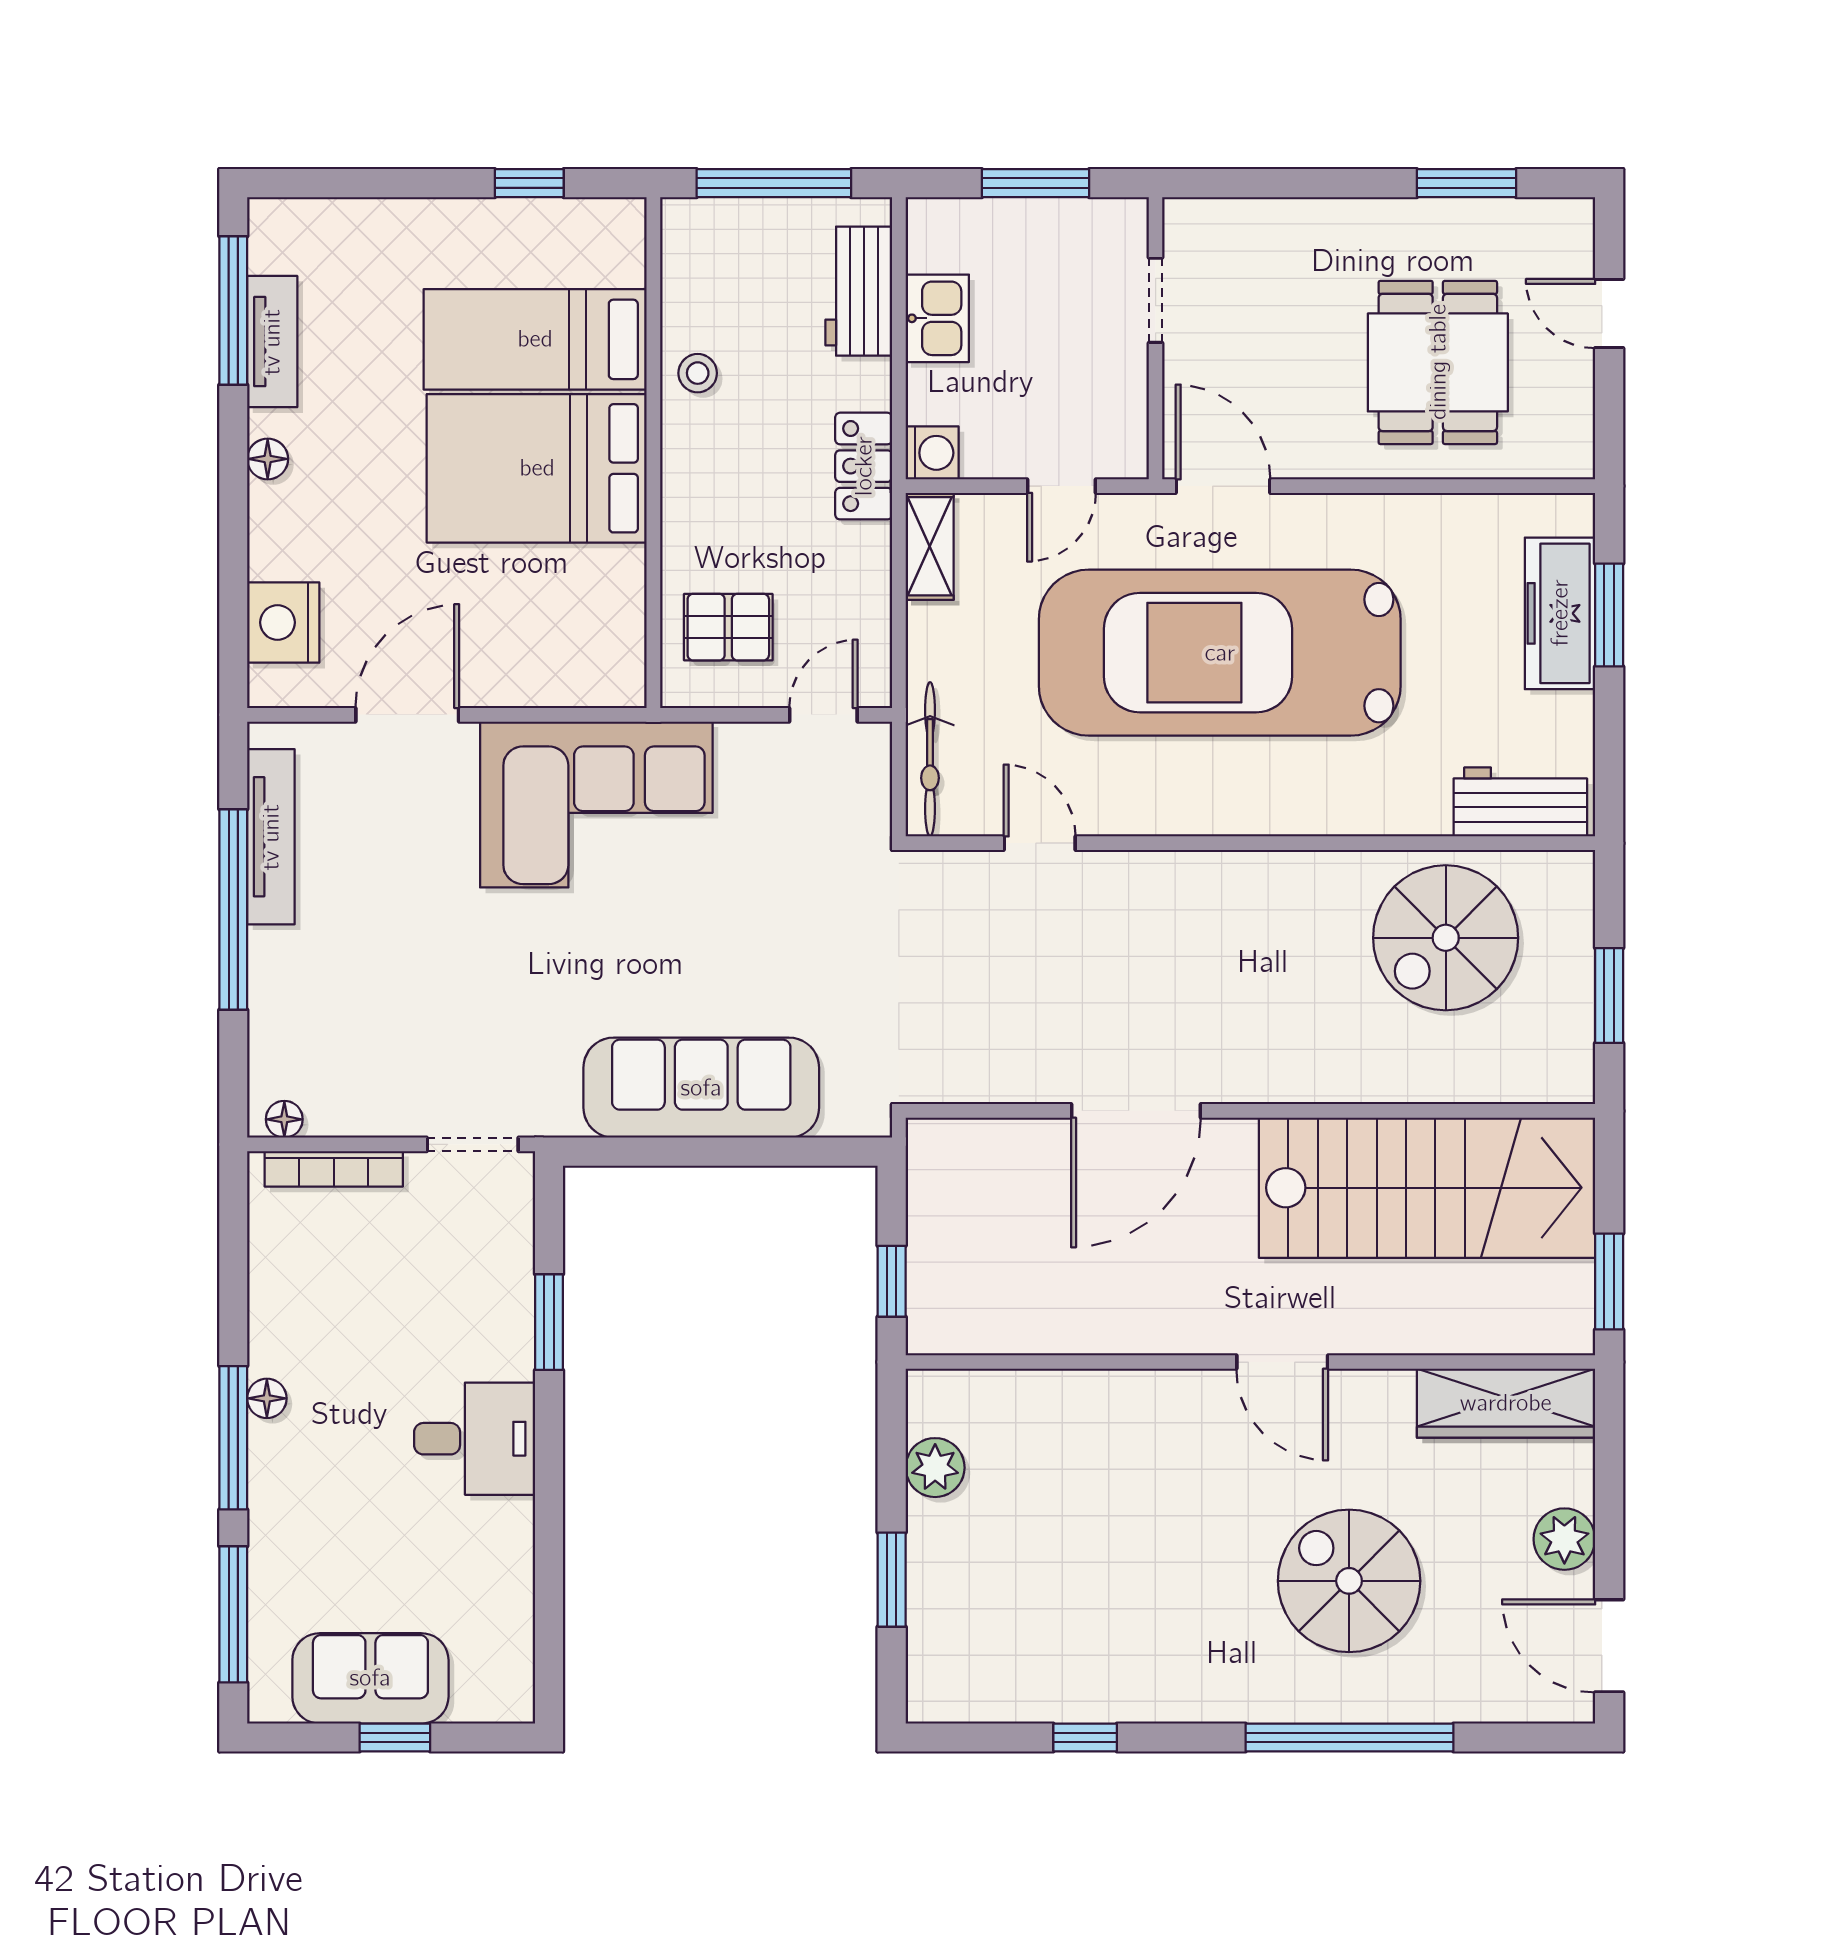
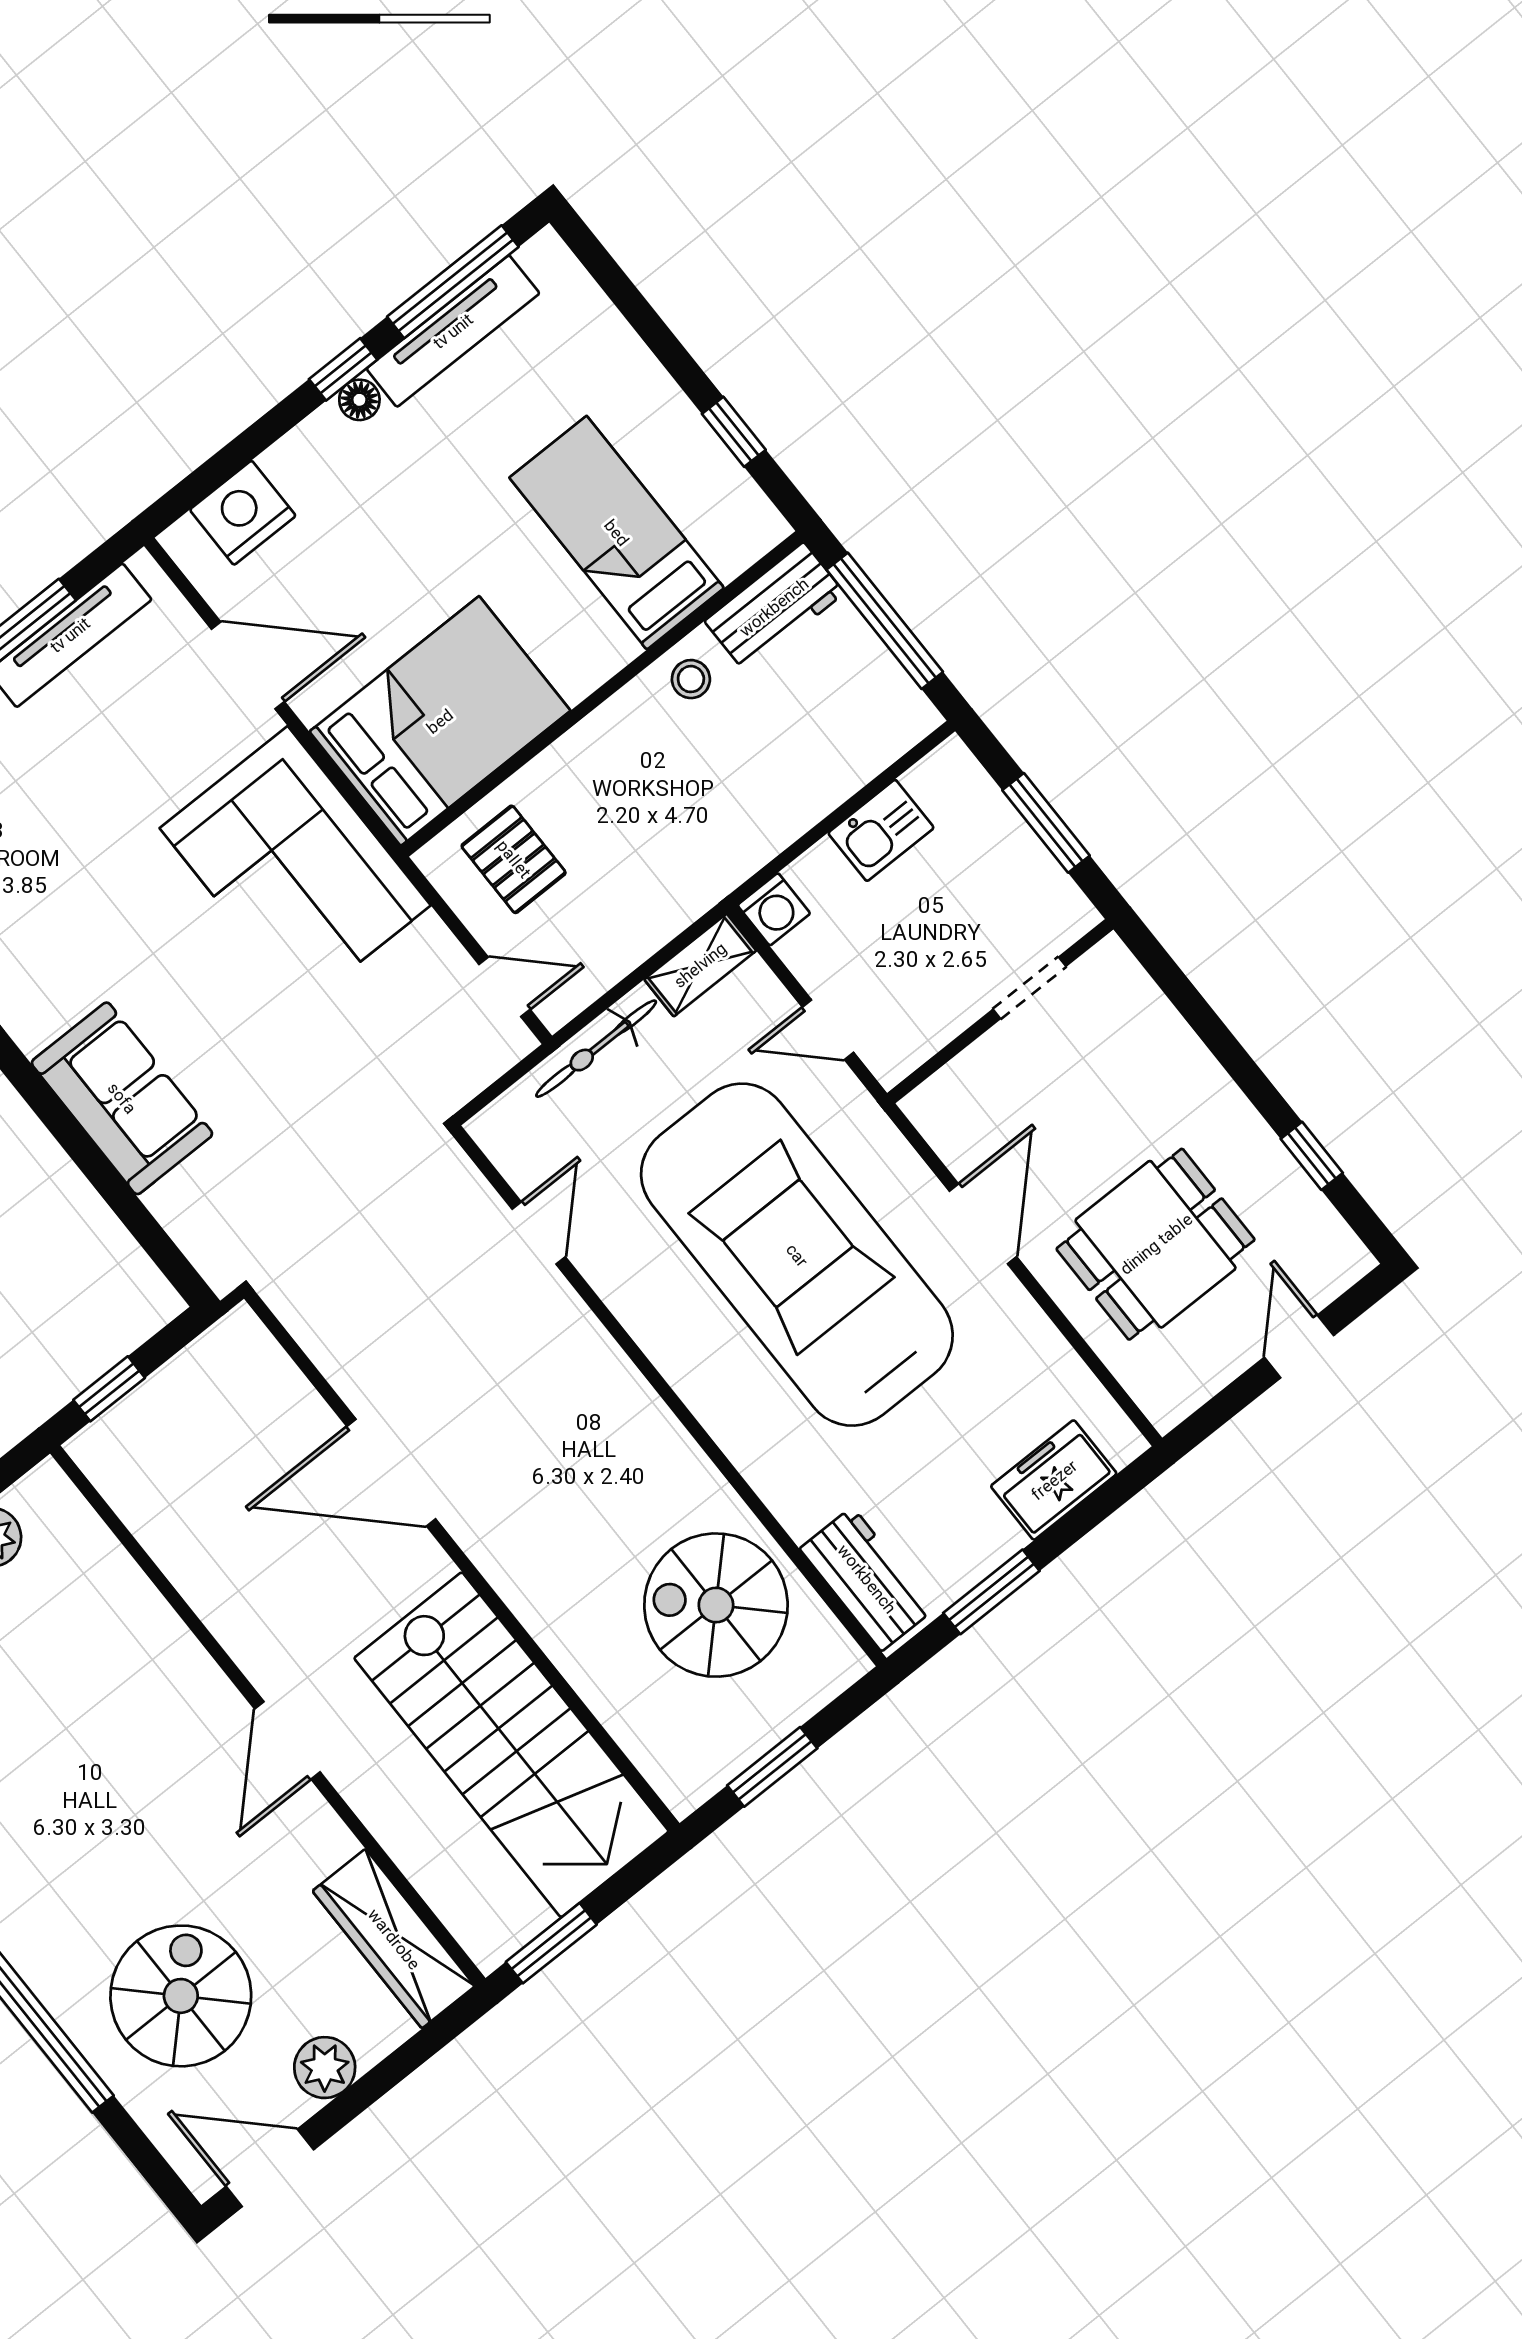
window: (1467, 183) -> (1312, 1156), width x0.67
workbench: (859, 291) -> (774, 607), moved, turned 180
tv unit: (272, 342) -> (453, 331), width x1.41
window: (233, 453) -> (343, 369), added
locker: (864, 466) -> (721, 865), removed
bed: (537, 468) -> (440, 721), moved, turned 90
door: (1223, 486) -> (983, 1224), moved
freezer: (1560, 613) -> (1054, 1480), width x0.71
window: (1609, 615) -> (991, 1592), moved
bicycle: (930, 759) -> (596, 1049), moved
sofa: (701, 1088) -> (122, 1098), width x0.73
spiral stairs: (1349, 1581) -> (181, 1996), moved
door: (1609, 1646) -> (270, 2168), hinge flipped

